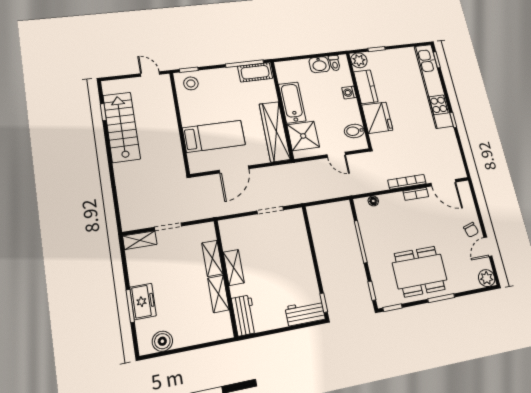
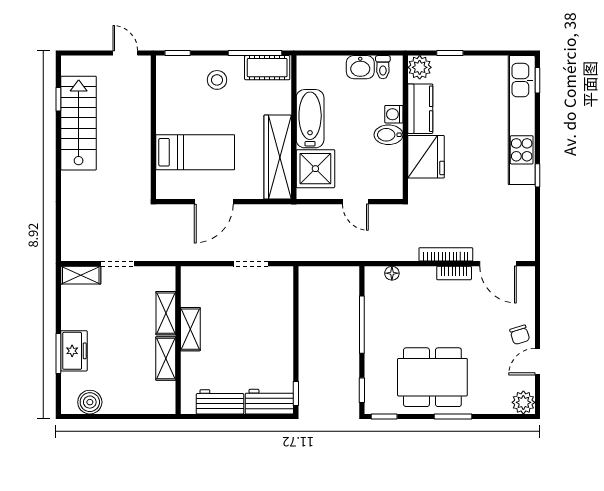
stool: (191, 83) -> (217, 80), moved
bidet: (354, 131) -> (388, 135), moved
workbench: (244, 315) -> (220, 402), moved, turned -90

